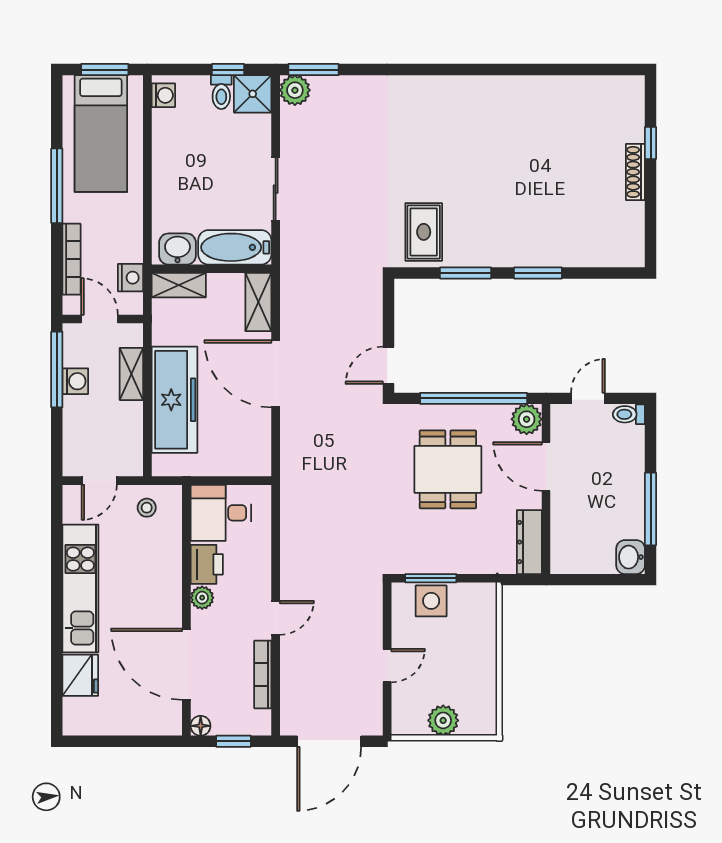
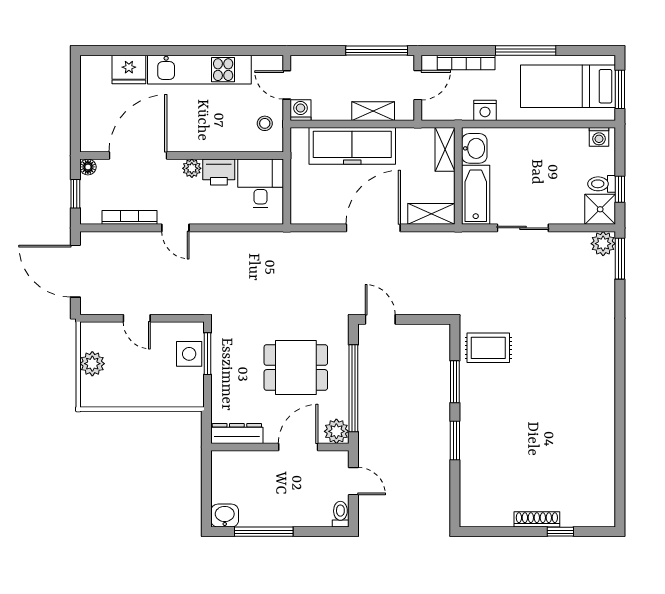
nightstand: (131, 278) -> (485, 110), moved
washing machine: (75, 381) -> (300, 110), moved, turned 180

